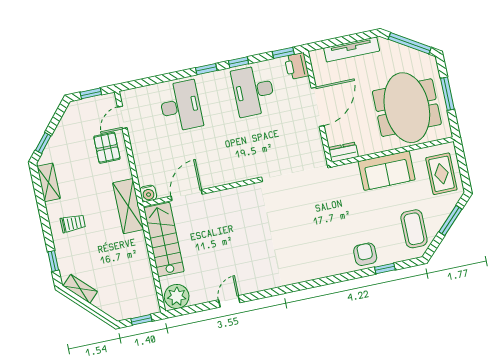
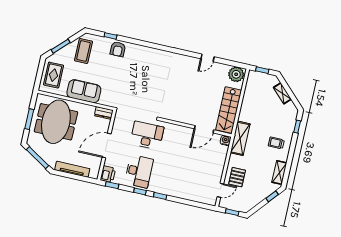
desk: (181, 106) -> (147, 135), moved, turned 90
shelving: (80, 289) -> (282, 93), moved

